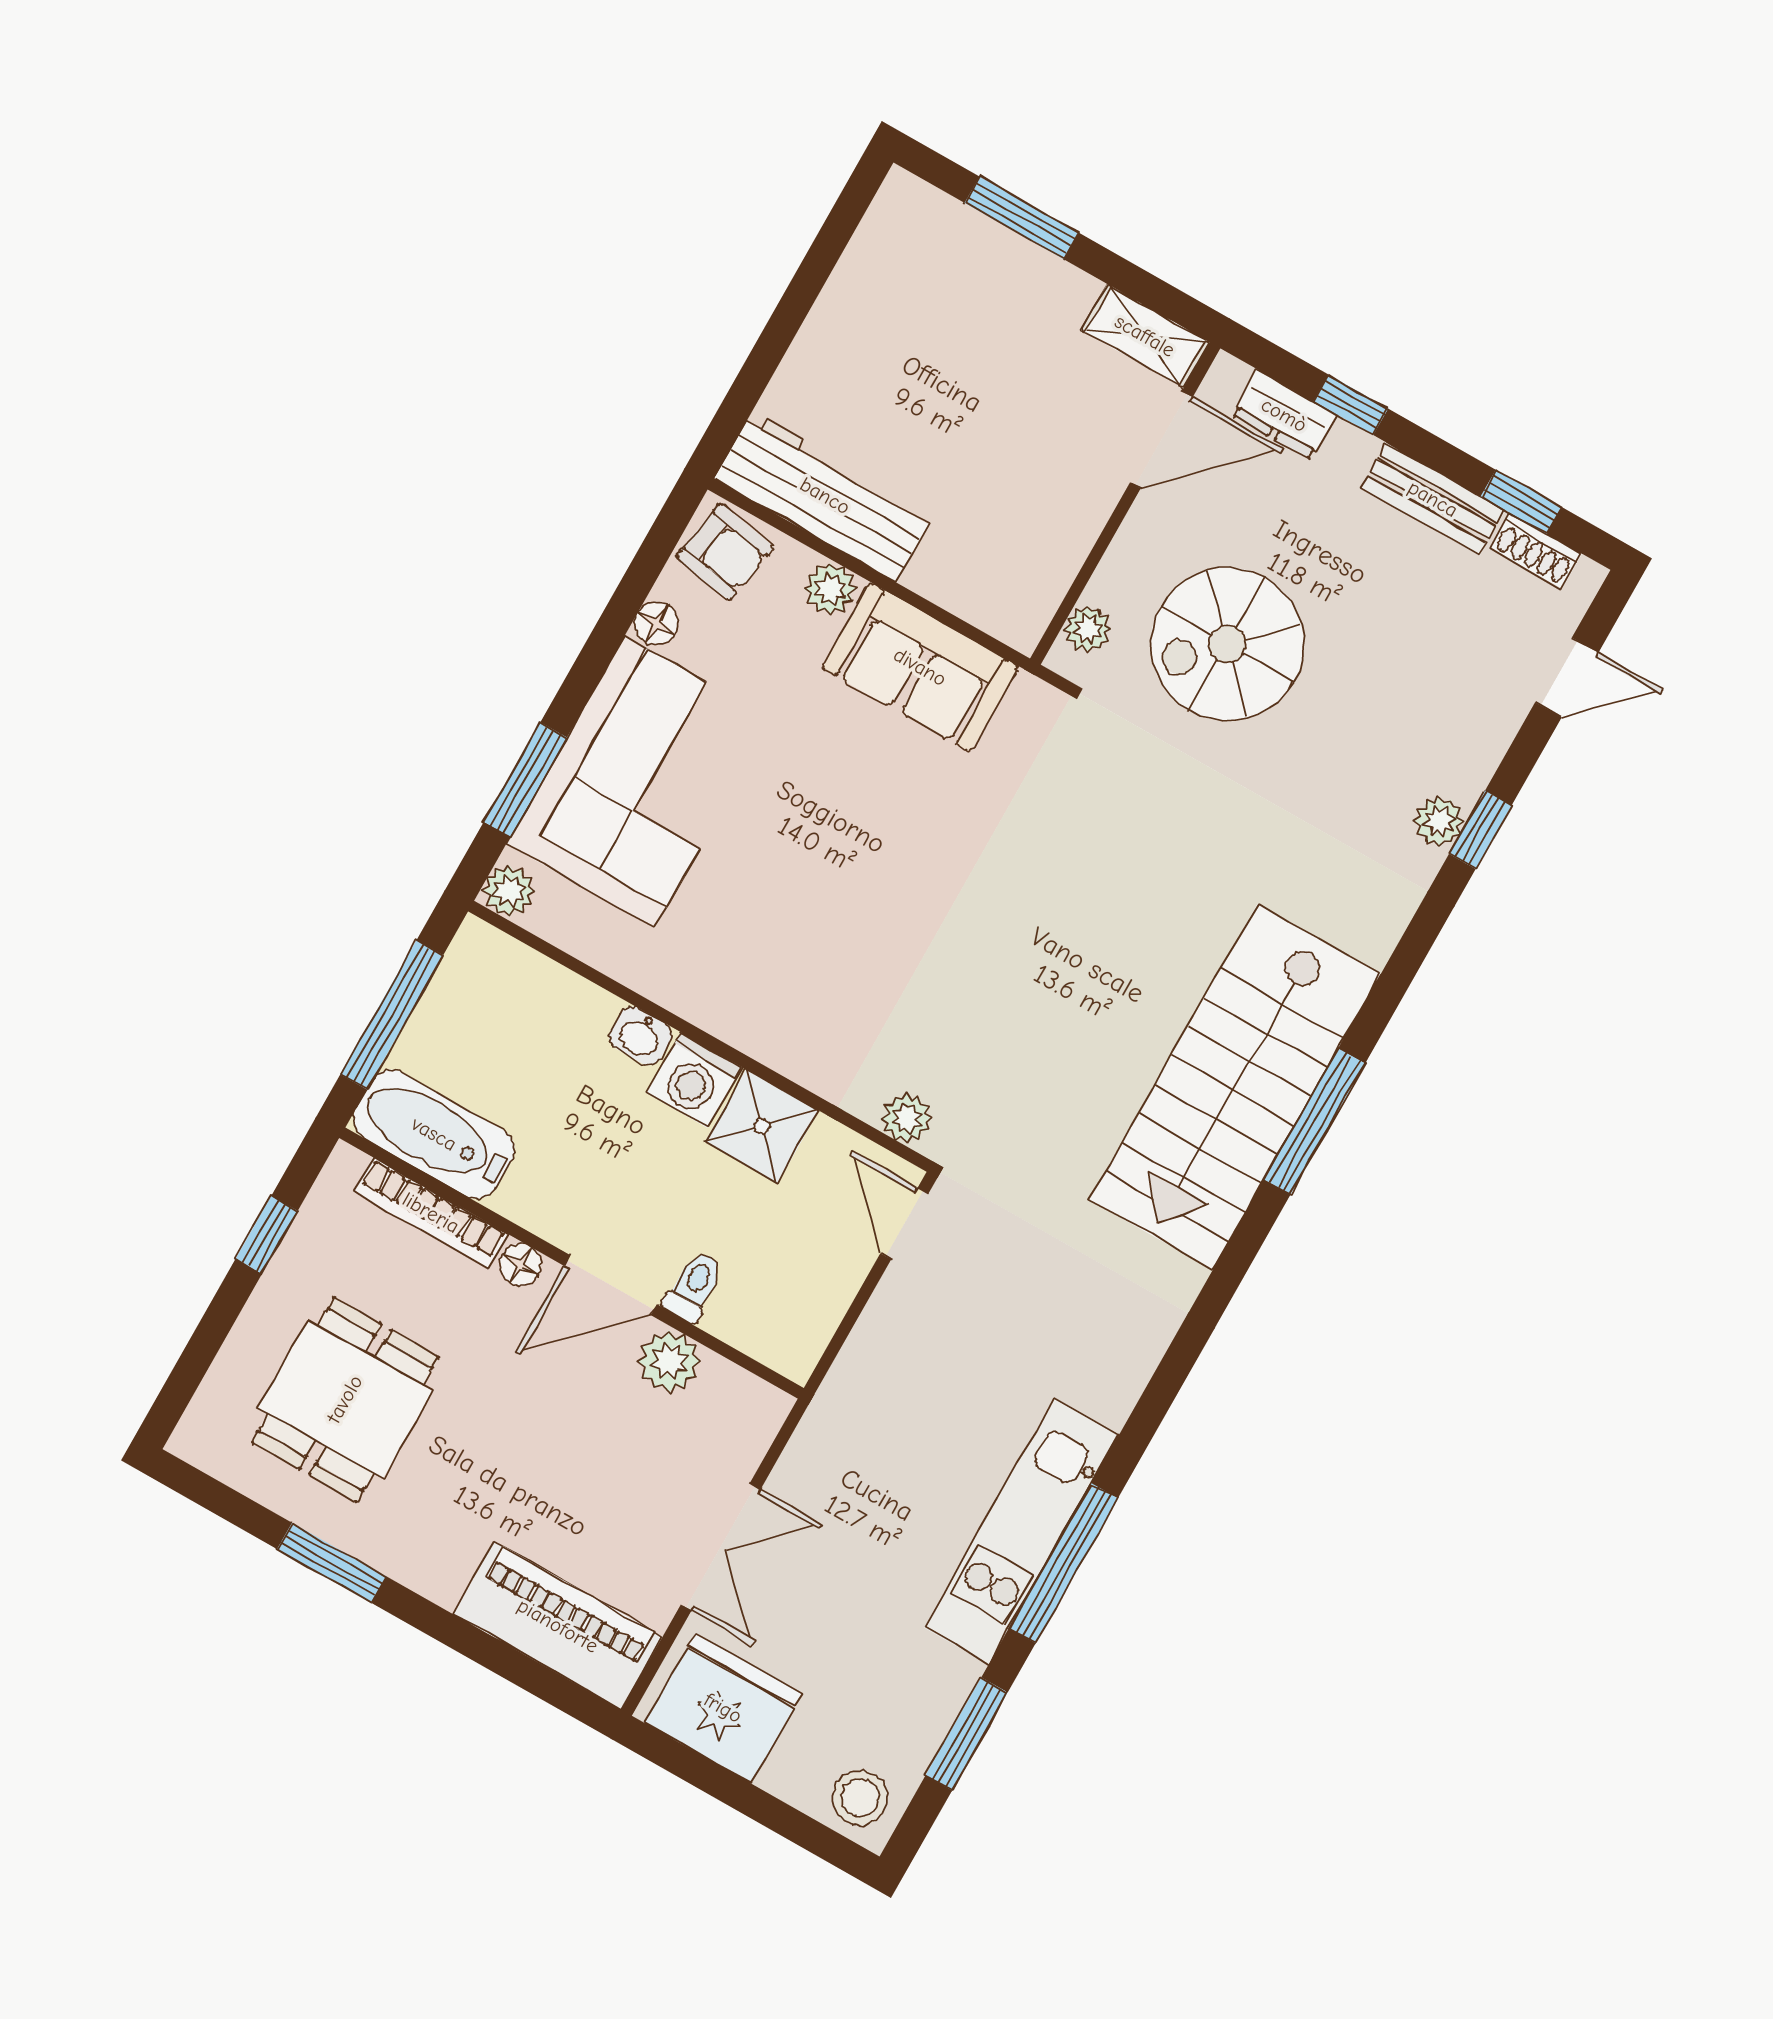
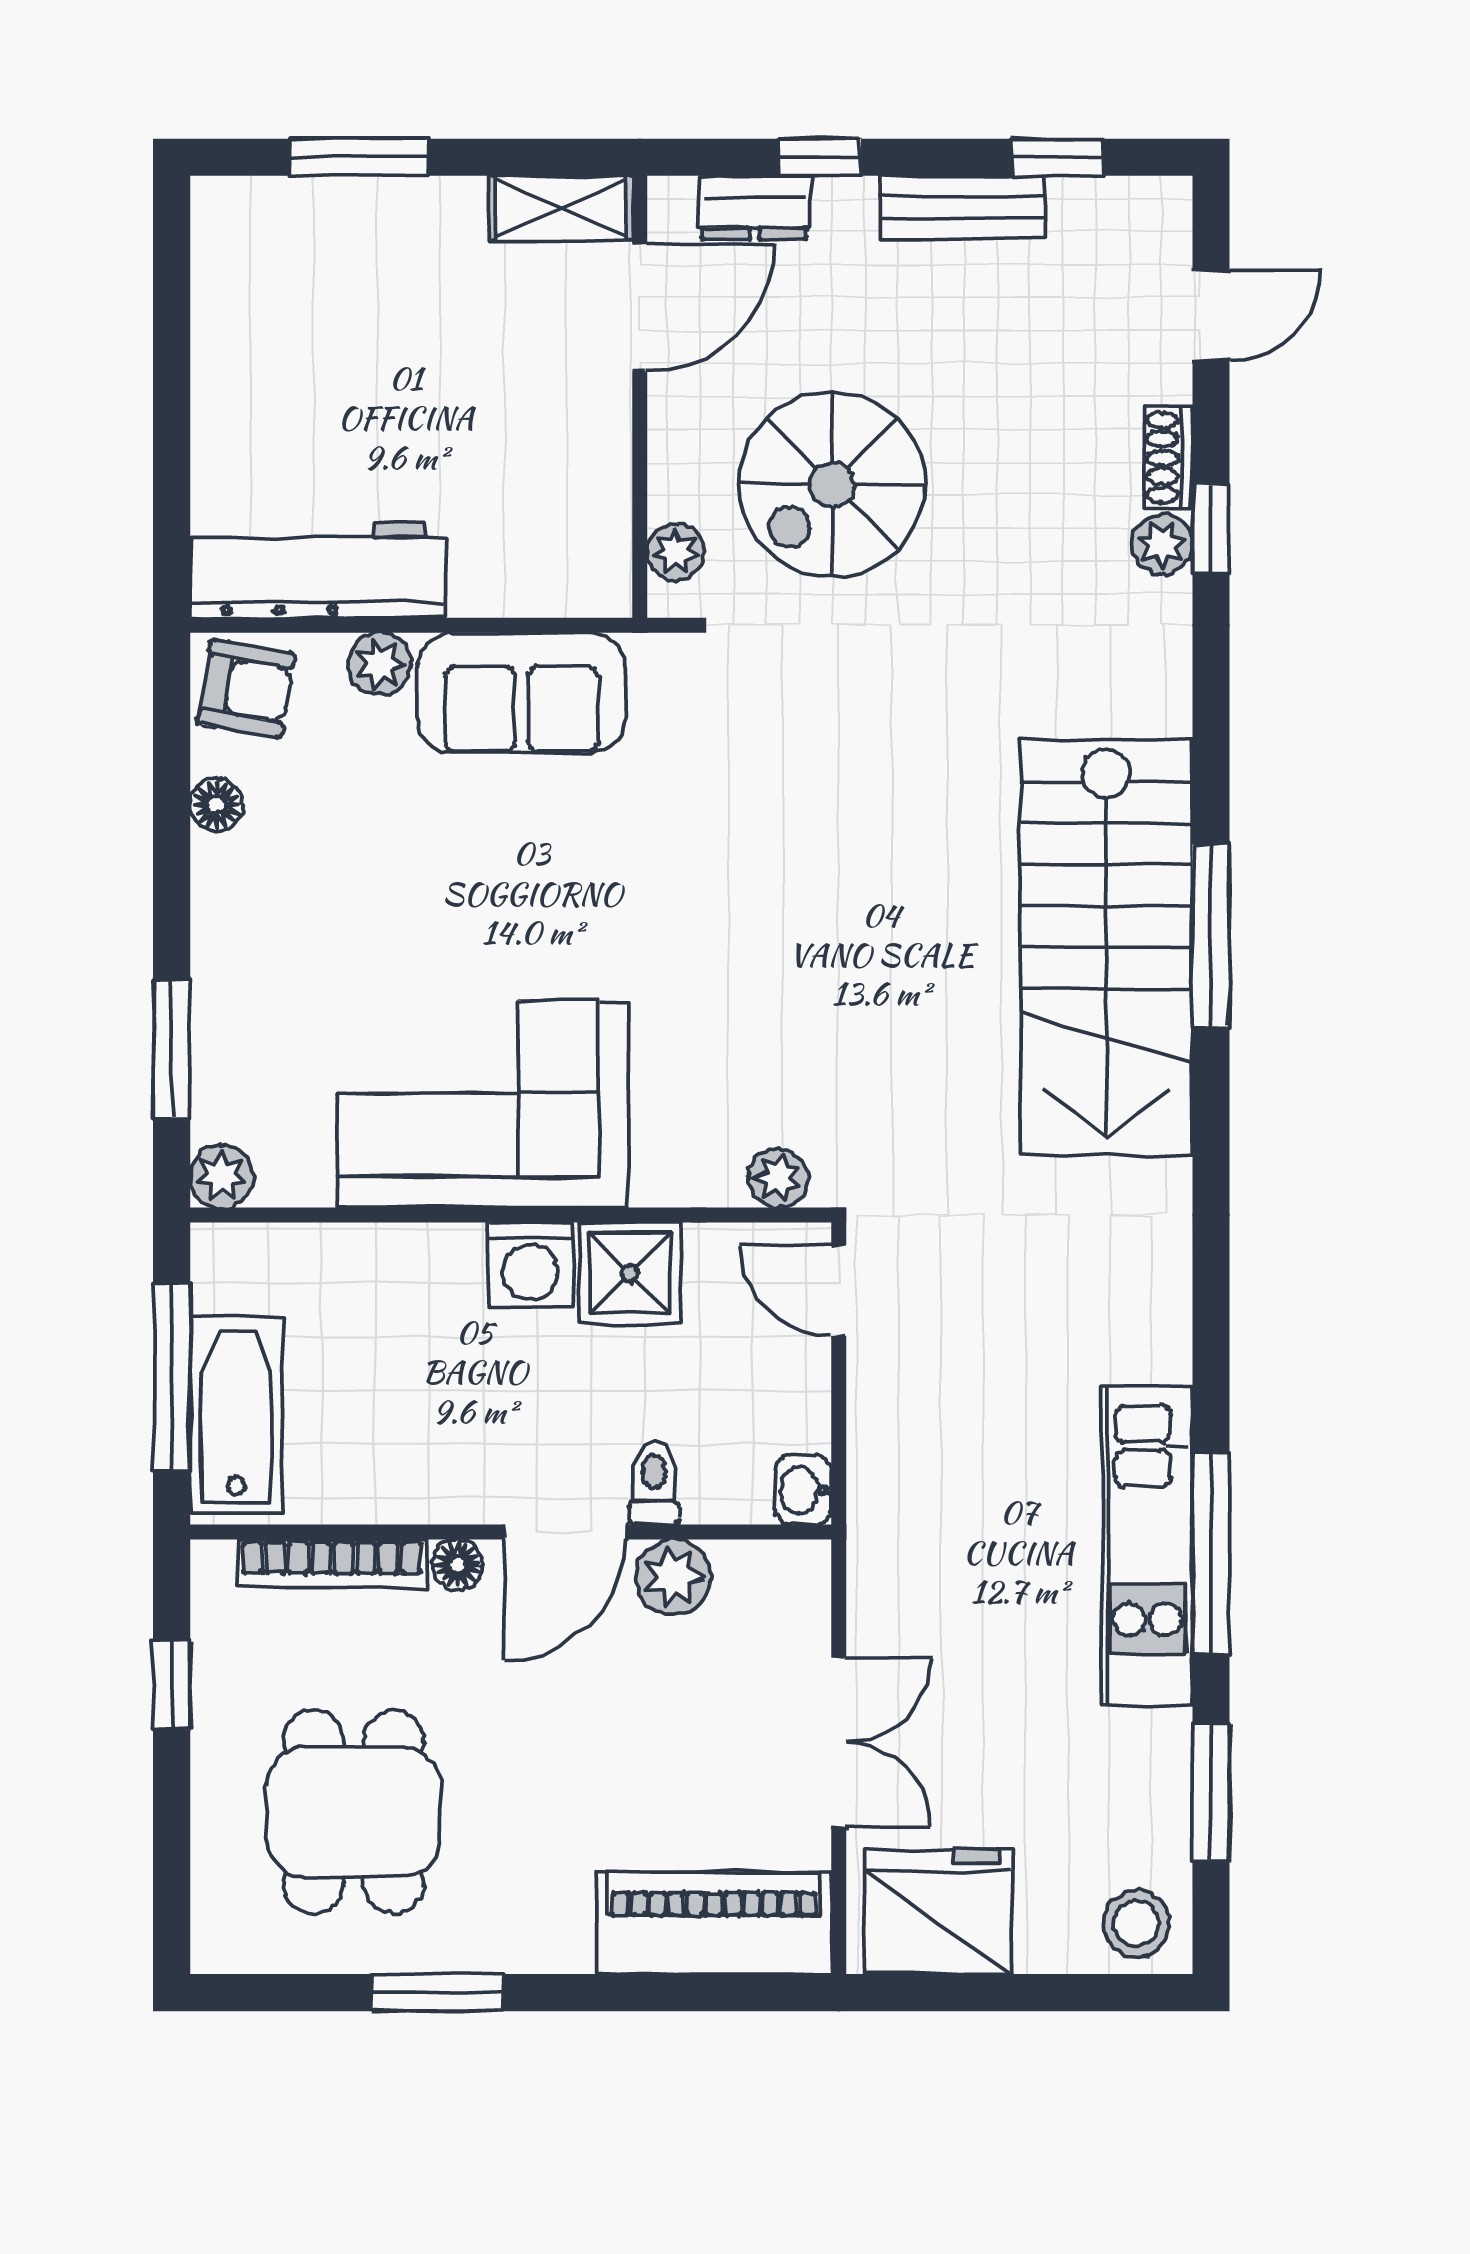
shoe rack: (1536, 551) -> (1168, 458), moved, turned 90
corner sofa: (640, 782) -> (483, 1104), moved, turned -90
washbasin: (640, 1036) -> (803, 1490), moved, turned 90
bathtub: (434, 1134) -> (236, 1415), moved, turned 90

